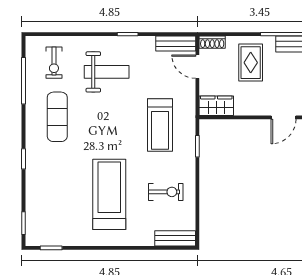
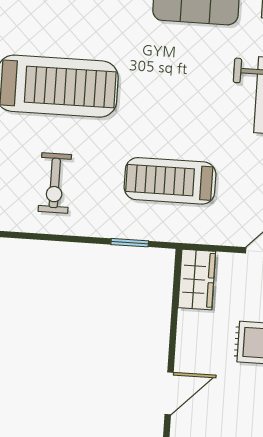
door: (283, 117) -> (169, 393), swing flipped

